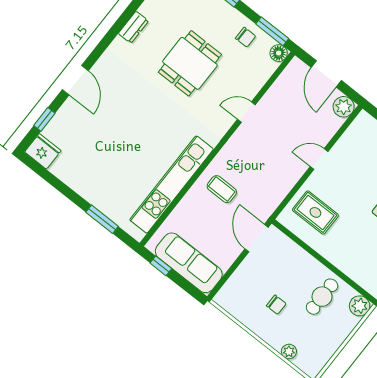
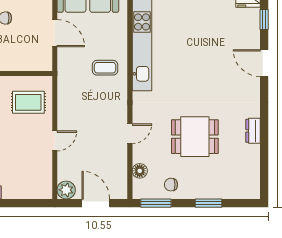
floor lamp: (279, 53) -> (140, 171), moved
dining table: (190, 63) -> (195, 137), turned 90
door: (257, 238) -> (55, 33), moved

